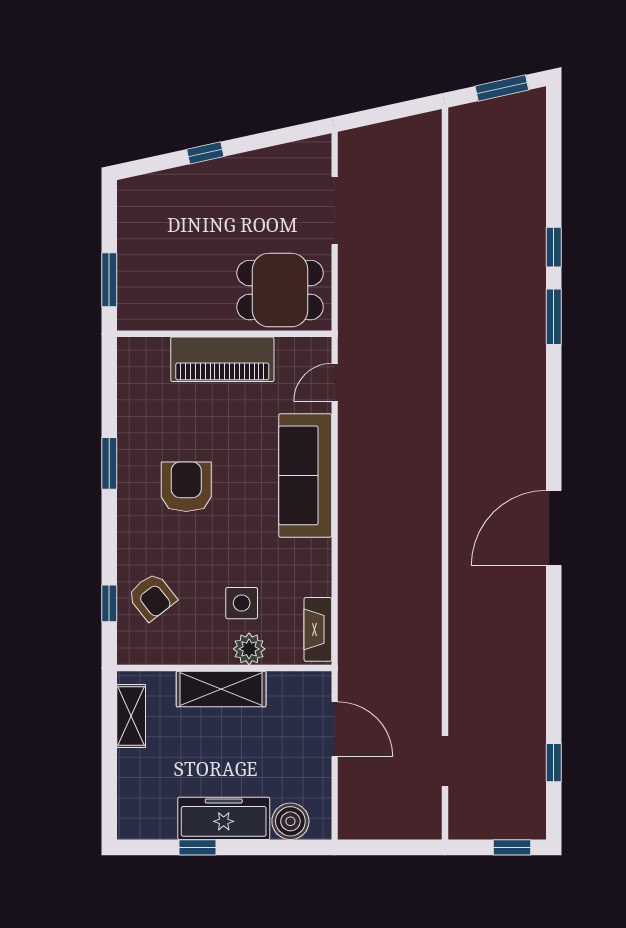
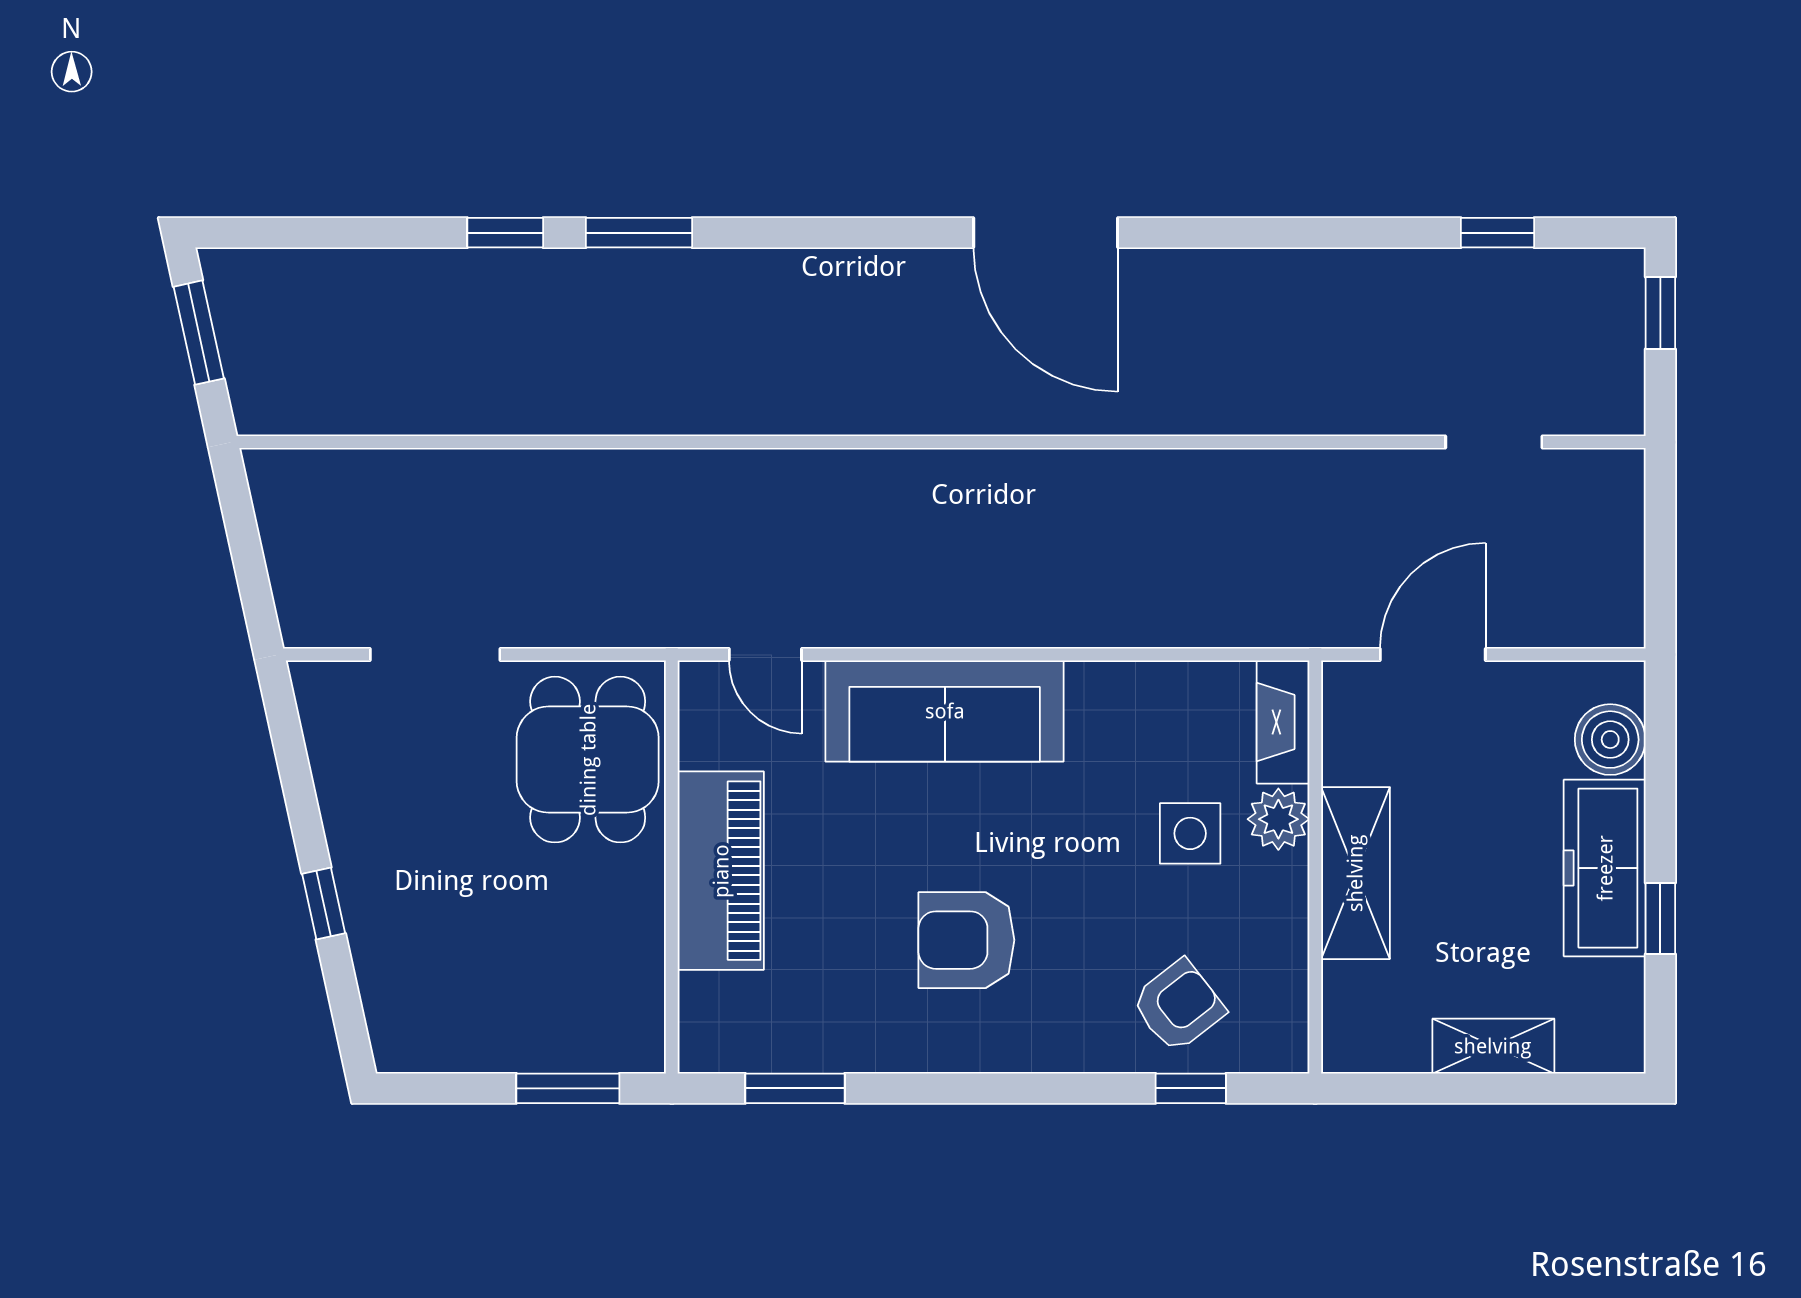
window: (109, 463) -> (795, 1088), moved
fireplace: (318, 629) -> (1283, 722), moved, turned 90
shelving: (131, 716) -> (1493, 1046), moved

